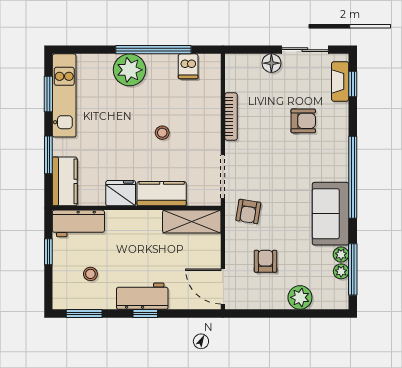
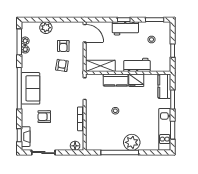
floor lamp: (271, 63) -> (75, 146), moved
dishwasher: (188, 66) -> (102, 144), removed
armchair: (248, 211) -> (62, 65), moved
sofa: (330, 214) -> (30, 88), moved
workbench: (78, 223) -> (137, 65), moved

